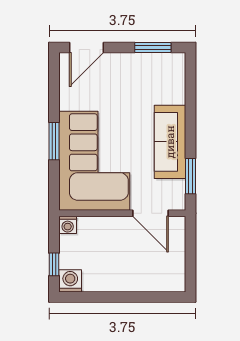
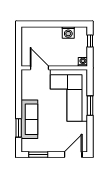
sofa: (170, 142) -> (29, 119), moved
window: (191, 176) -> (19, 128), moved
washing machine: (70, 281) -> (68, 32), moved

